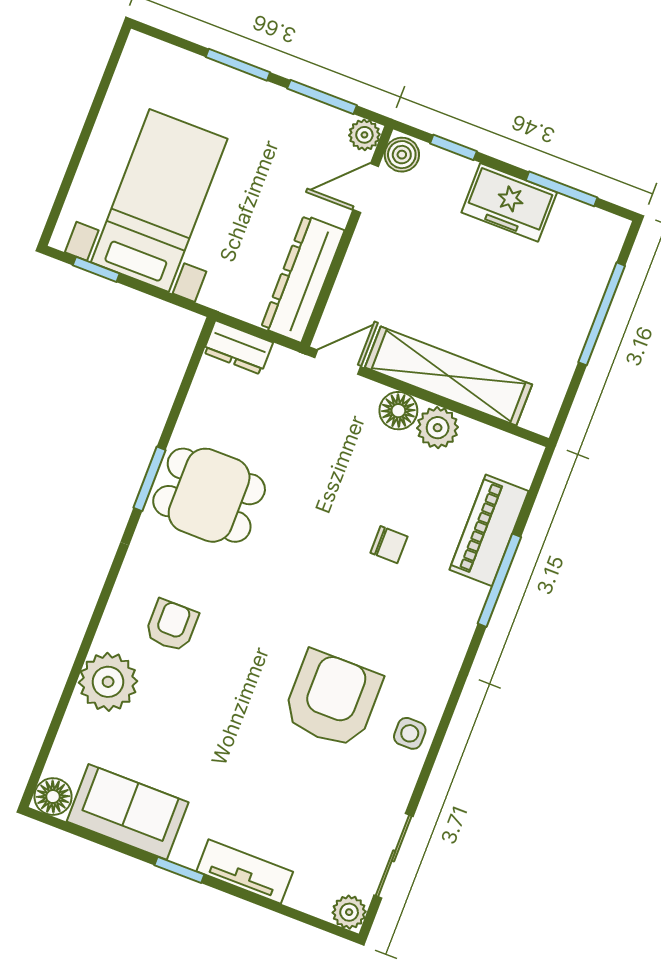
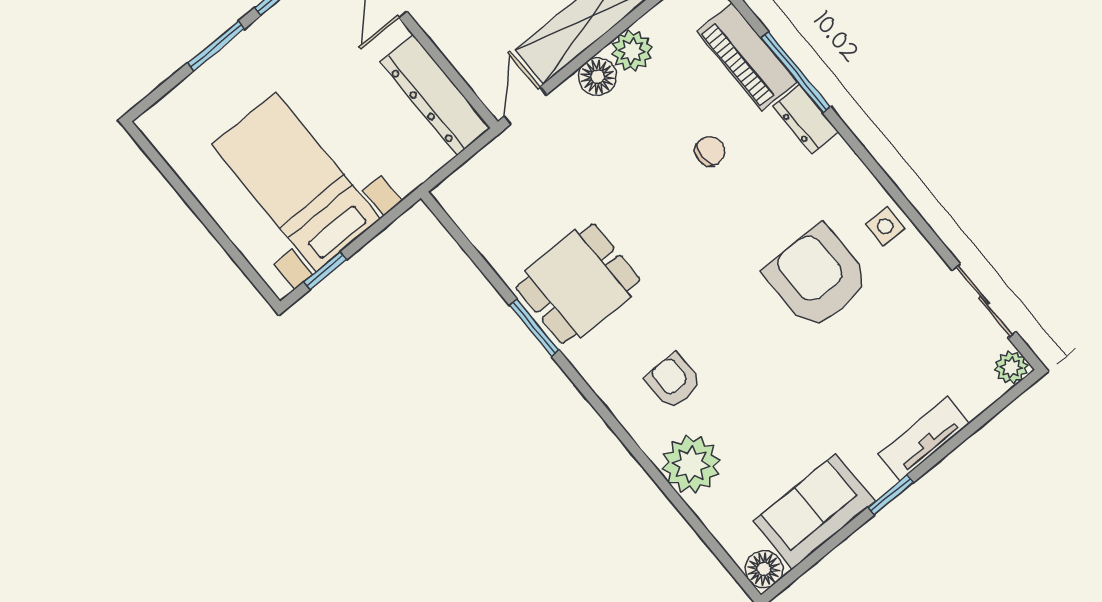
dresser: (238, 348) -> (806, 119), moved, turned 90

